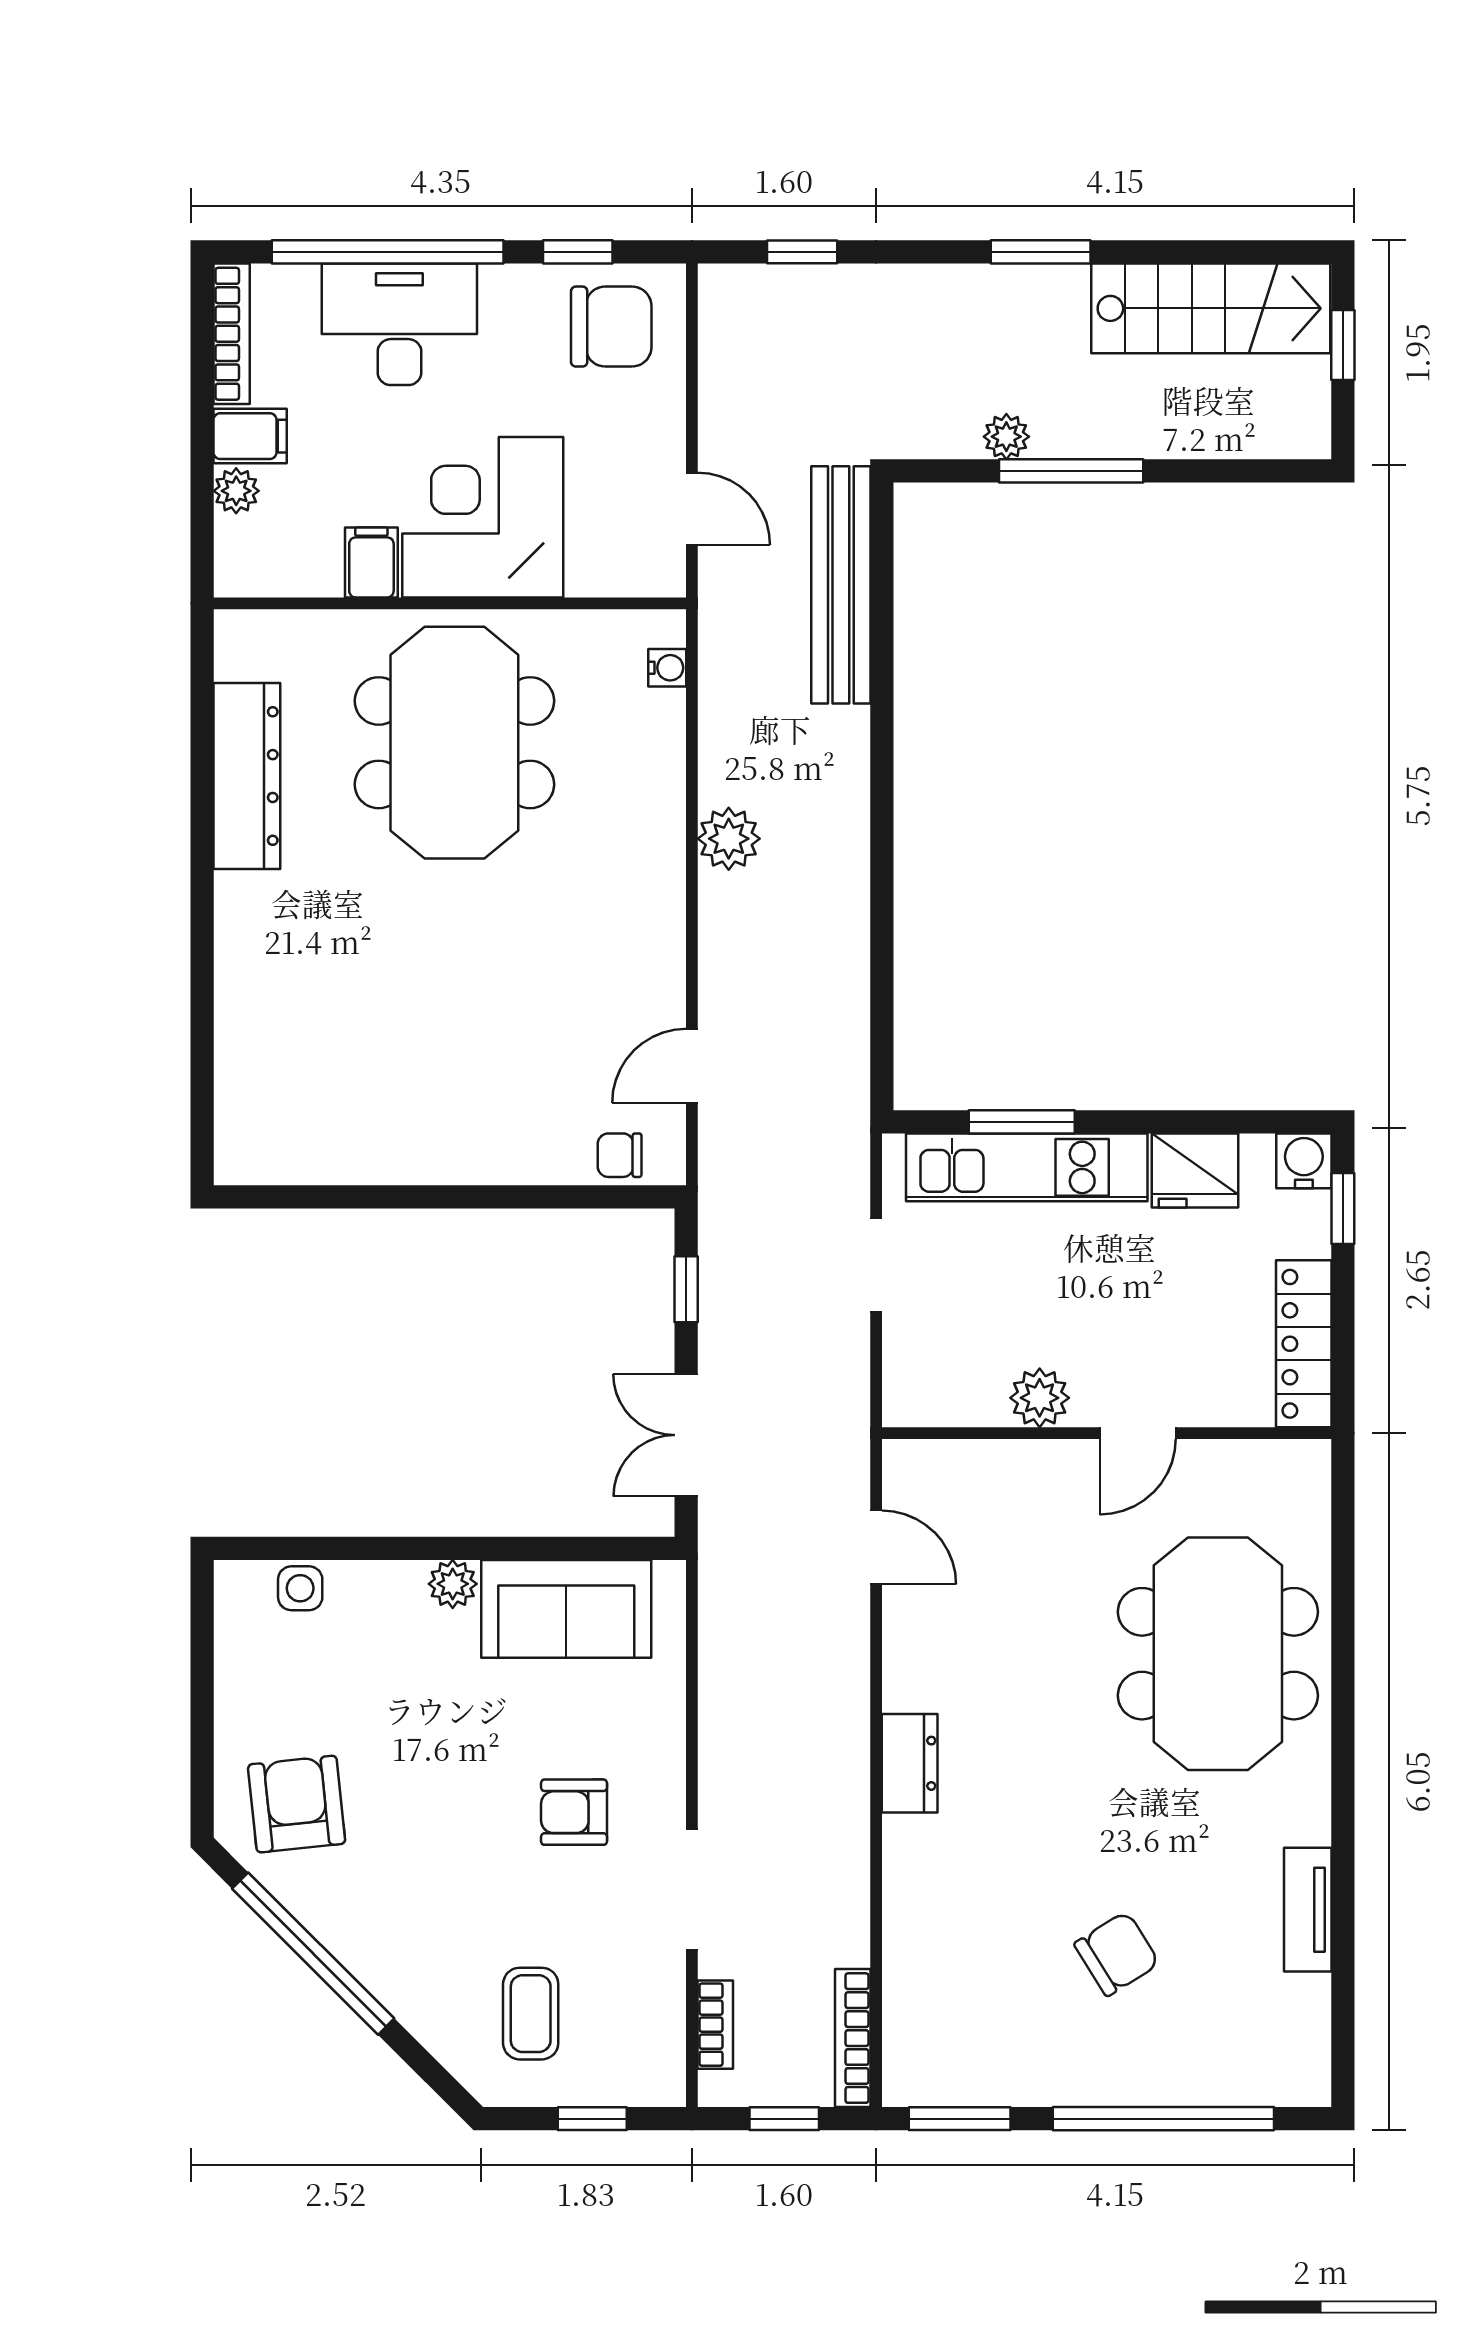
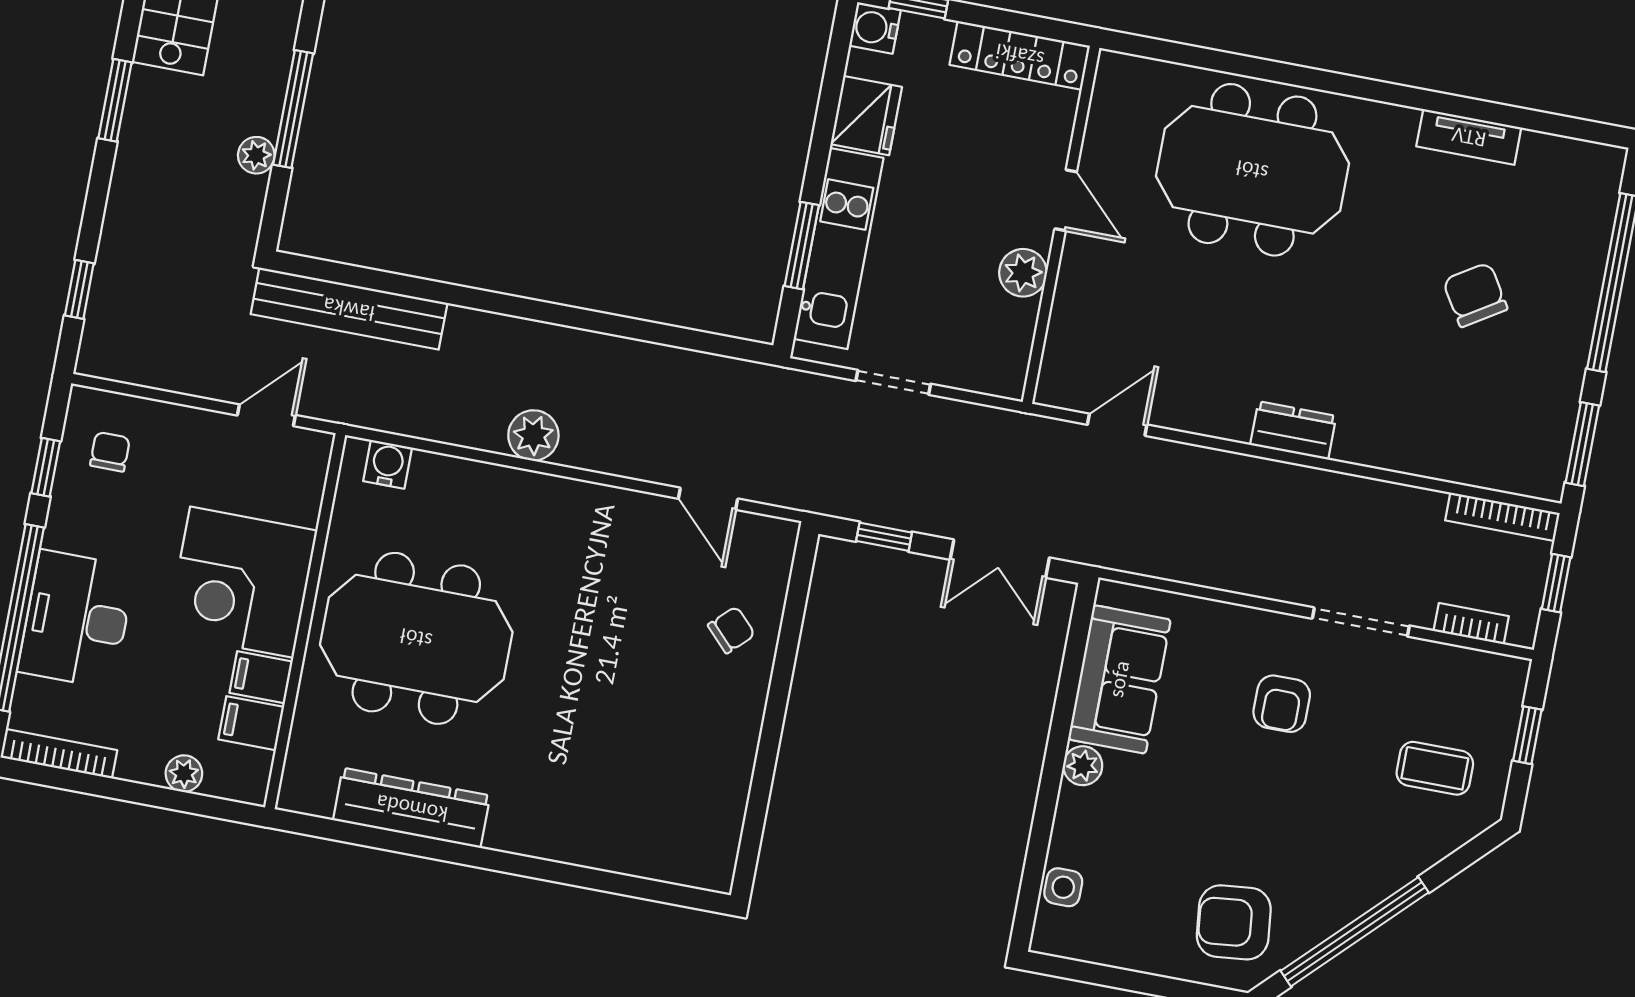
chair: (611, 327) -> (110, 452), width x0.54, depth x0.54
filing cabinet: (250, 436) -> (251, 723), moved, turned -90
water cooler: (667, 668) -> (388, 464), width x1.38, depth x1.38
chair: (620, 1155) -> (731, 630), moved, turned -134

